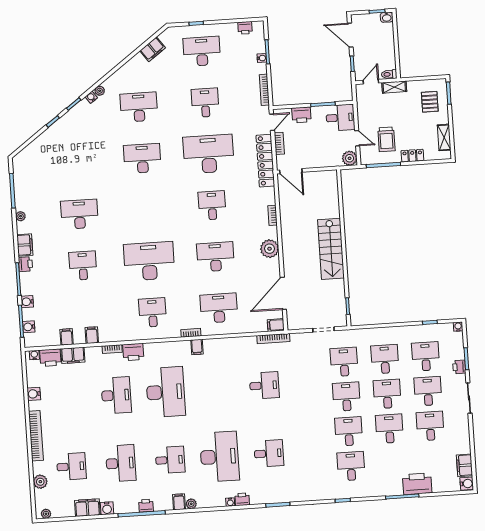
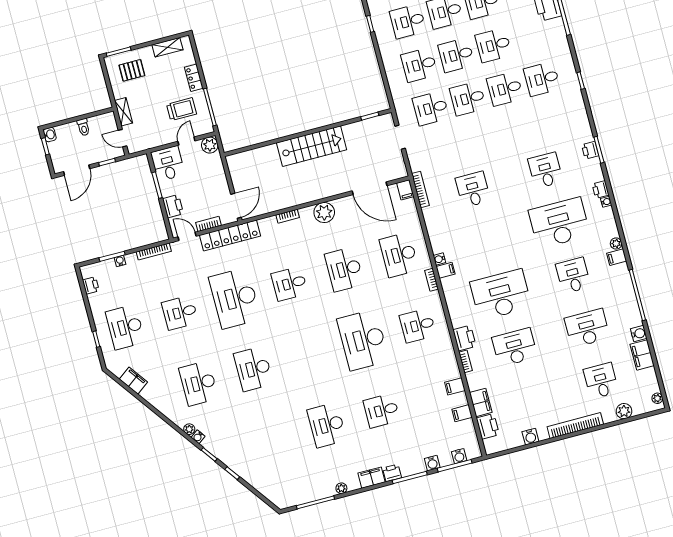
toilet: (389, 74) -> (83, 127), moved
water cooler: (34, 355) -> (439, 259), moved
printer: (146, 506) -> (590, 150), moved

